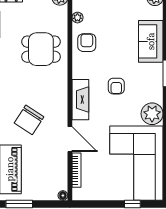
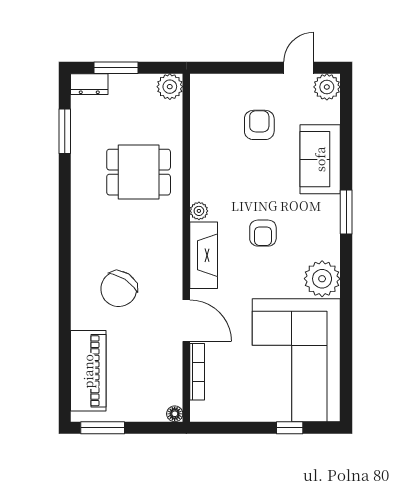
plant: (77, 18) -> (199, 211), moved
armchair: (87, 43) -> (259, 125), moved

